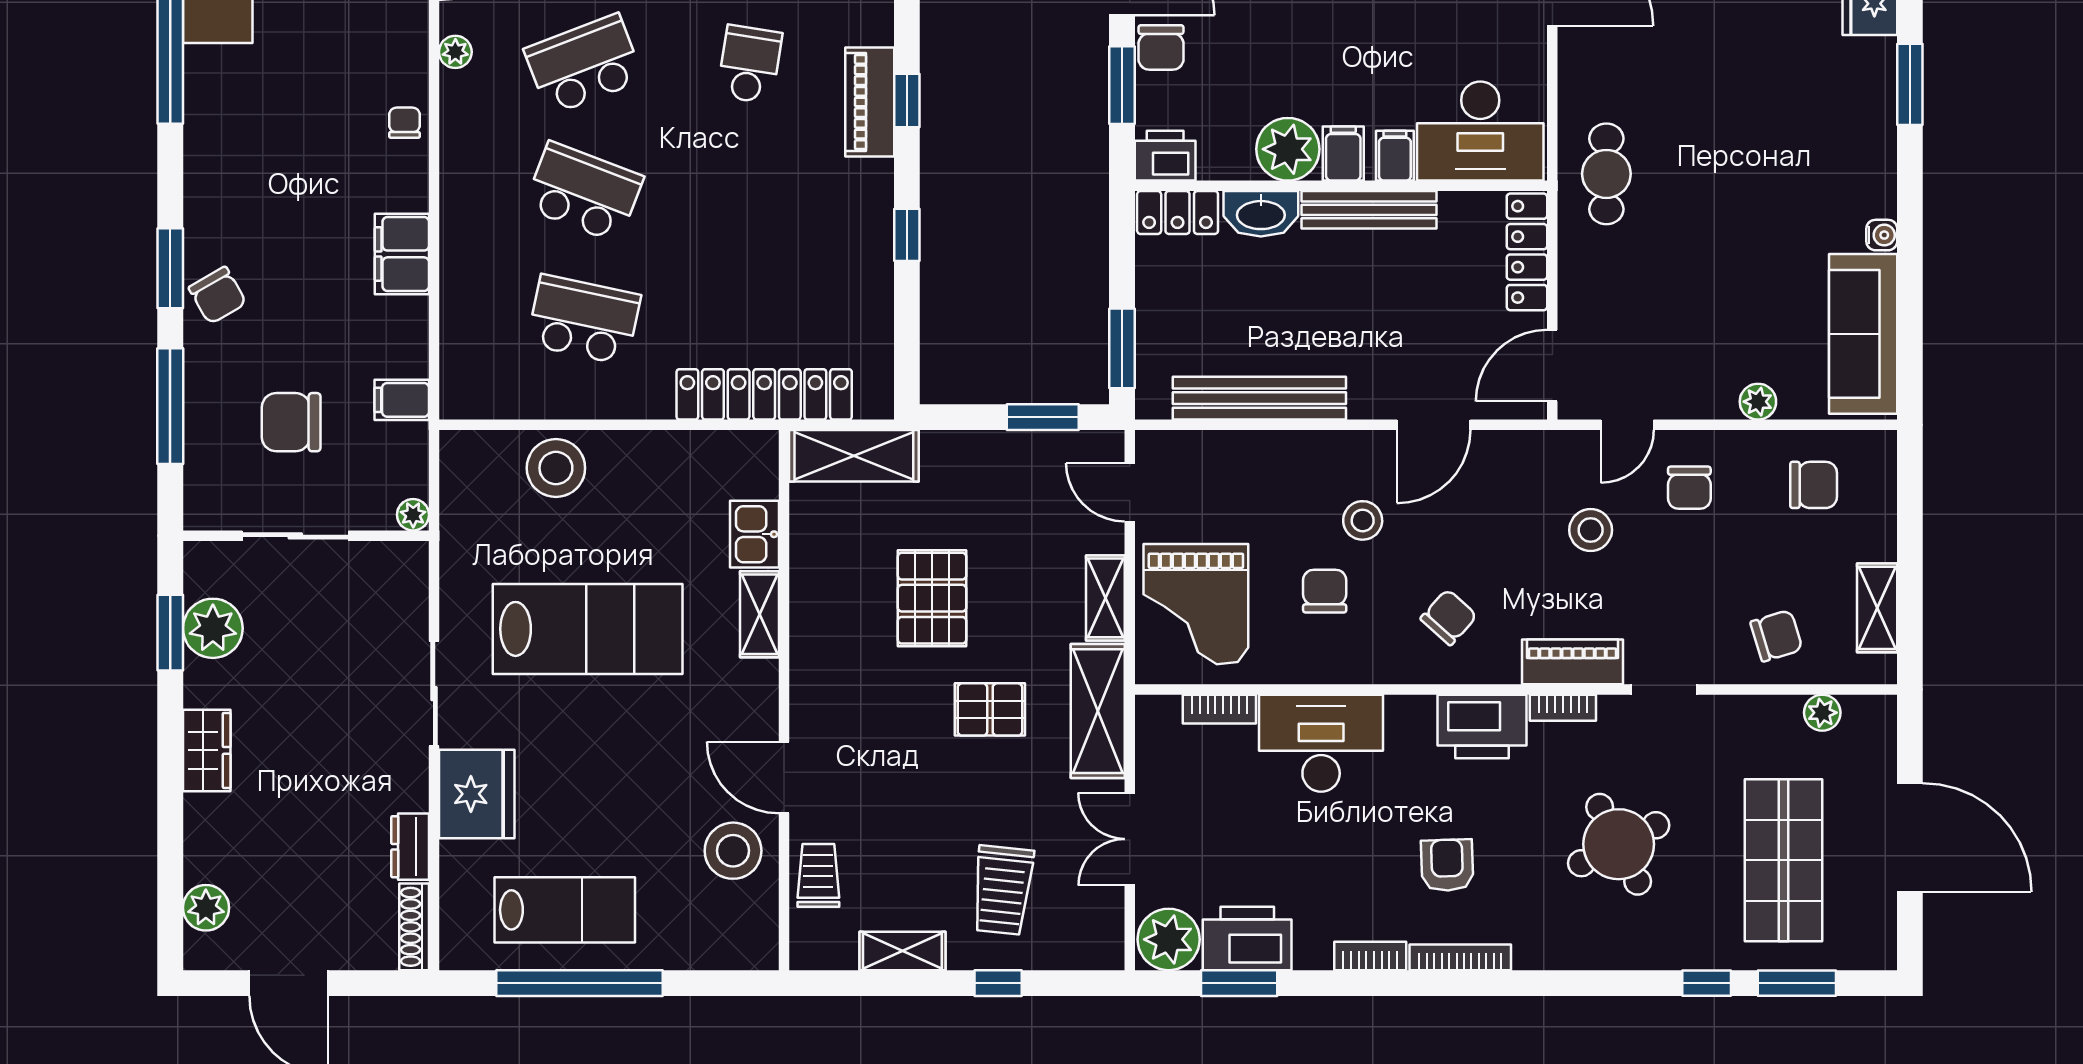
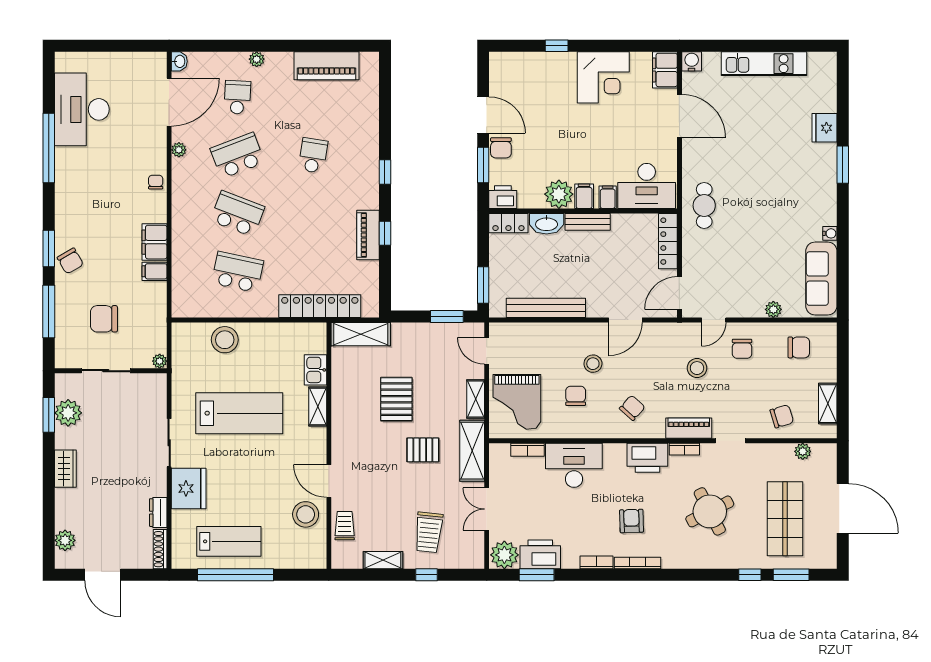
piano: (870, 102) -> (368, 235), moved
bench: (1369, 210) -> (588, 222), width x0.73
filing cabinet: (402, 400) -> (154, 271), moved

